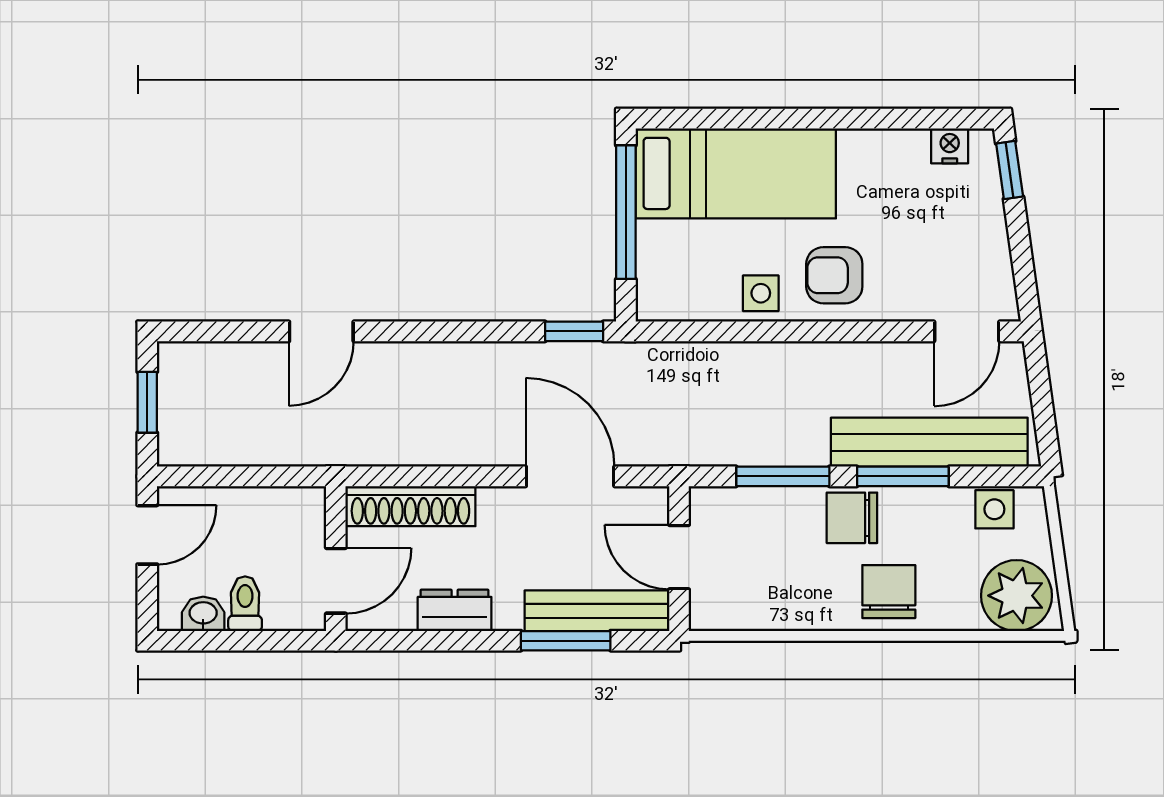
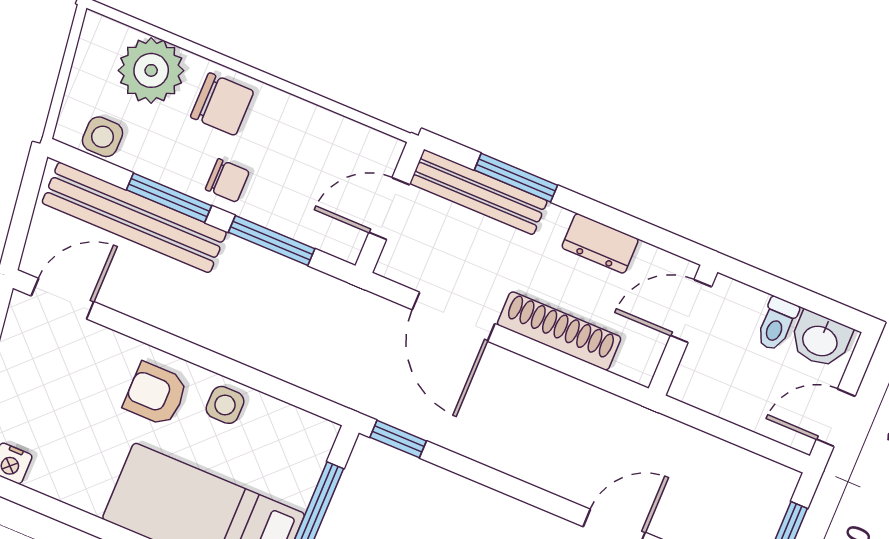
armchair: (834, 275) -> (156, 394), turned 180
shoe rack: (410, 506) -> (559, 331), moved
chair: (852, 518) -> (227, 180), width x0.73, depth x0.73
door: (679, 557) -> (389, 209), swing flipped
chair: (889, 592) -> (222, 104), turned -90
plant: (1017, 596) -> (151, 70), moved
washbasin: (203, 614) -> (820, 340), width x1.38, depth x1.45

